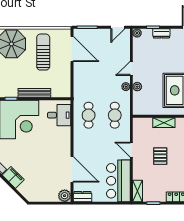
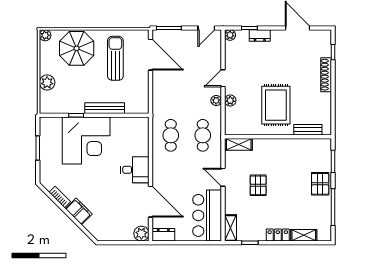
desk: (59, 115) -> (135, 170), moved
shelving: (164, 123) -> (239, 144), moved

